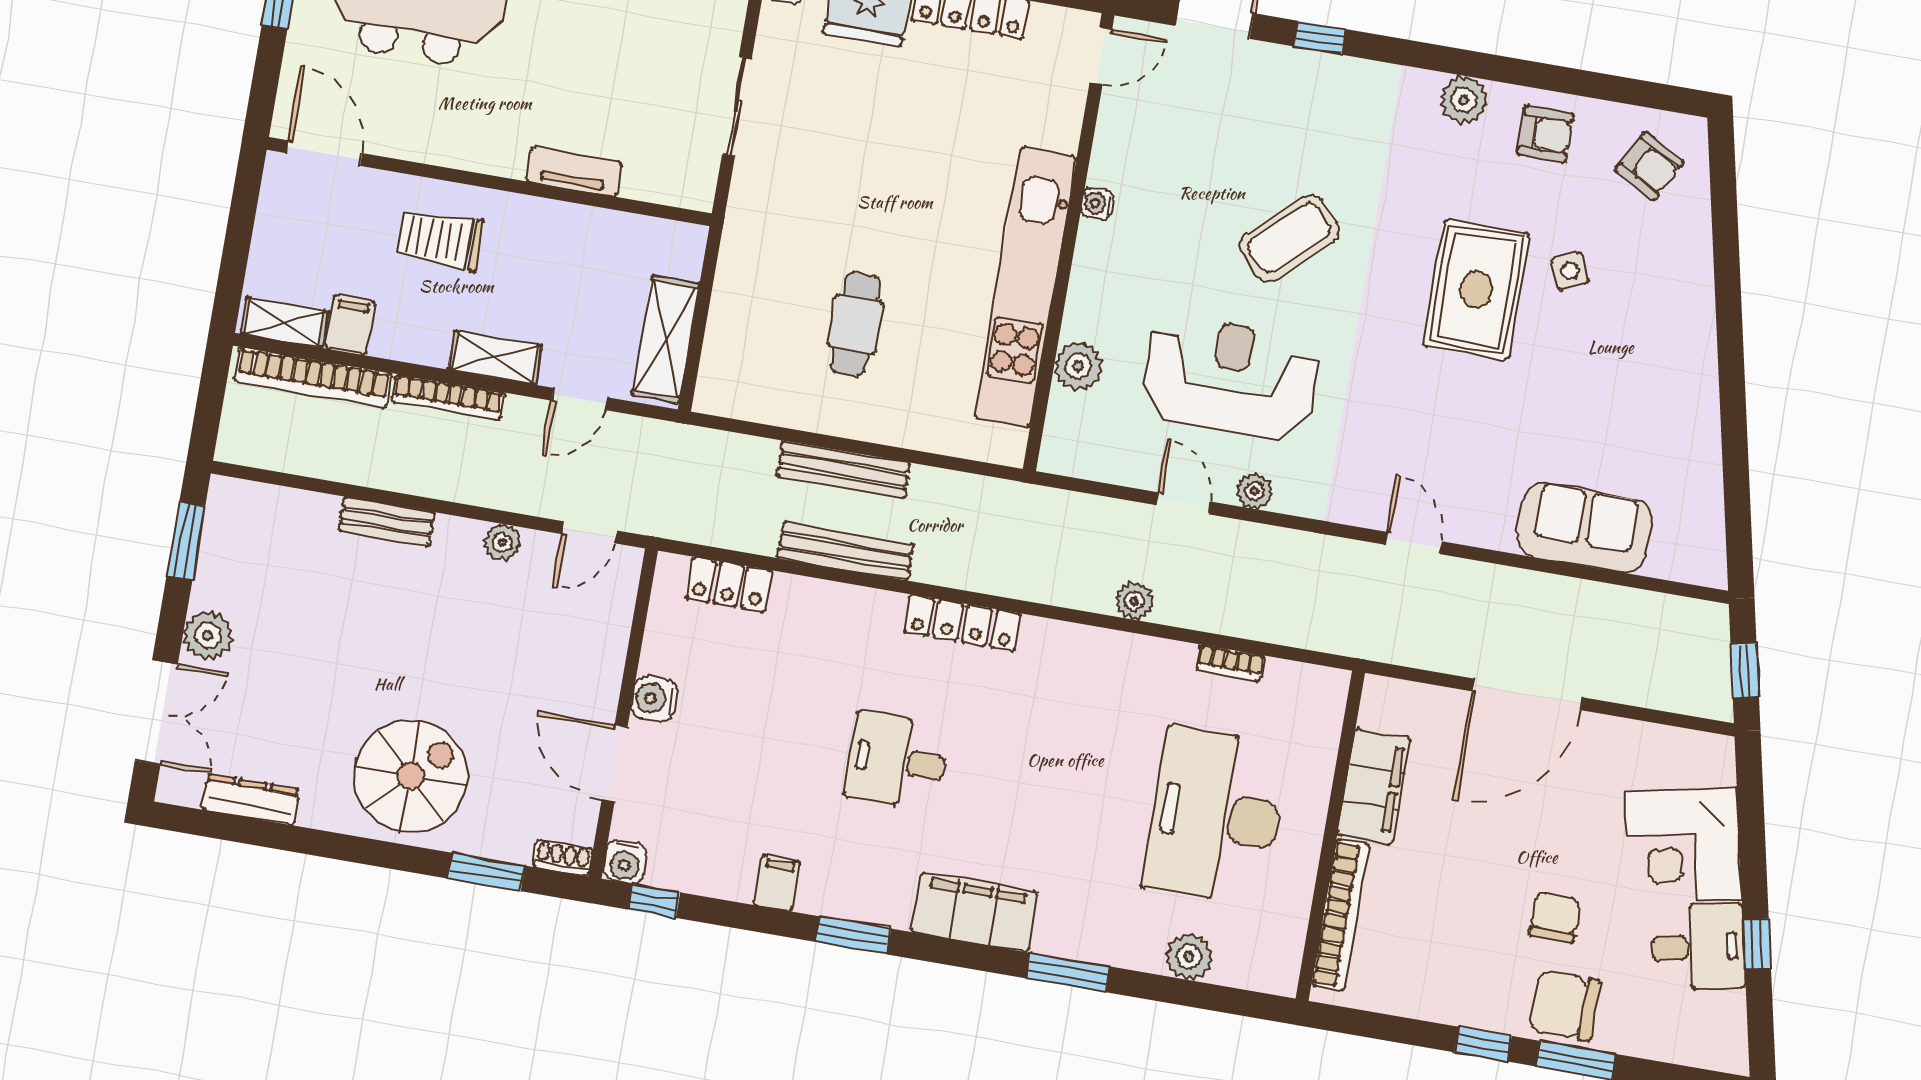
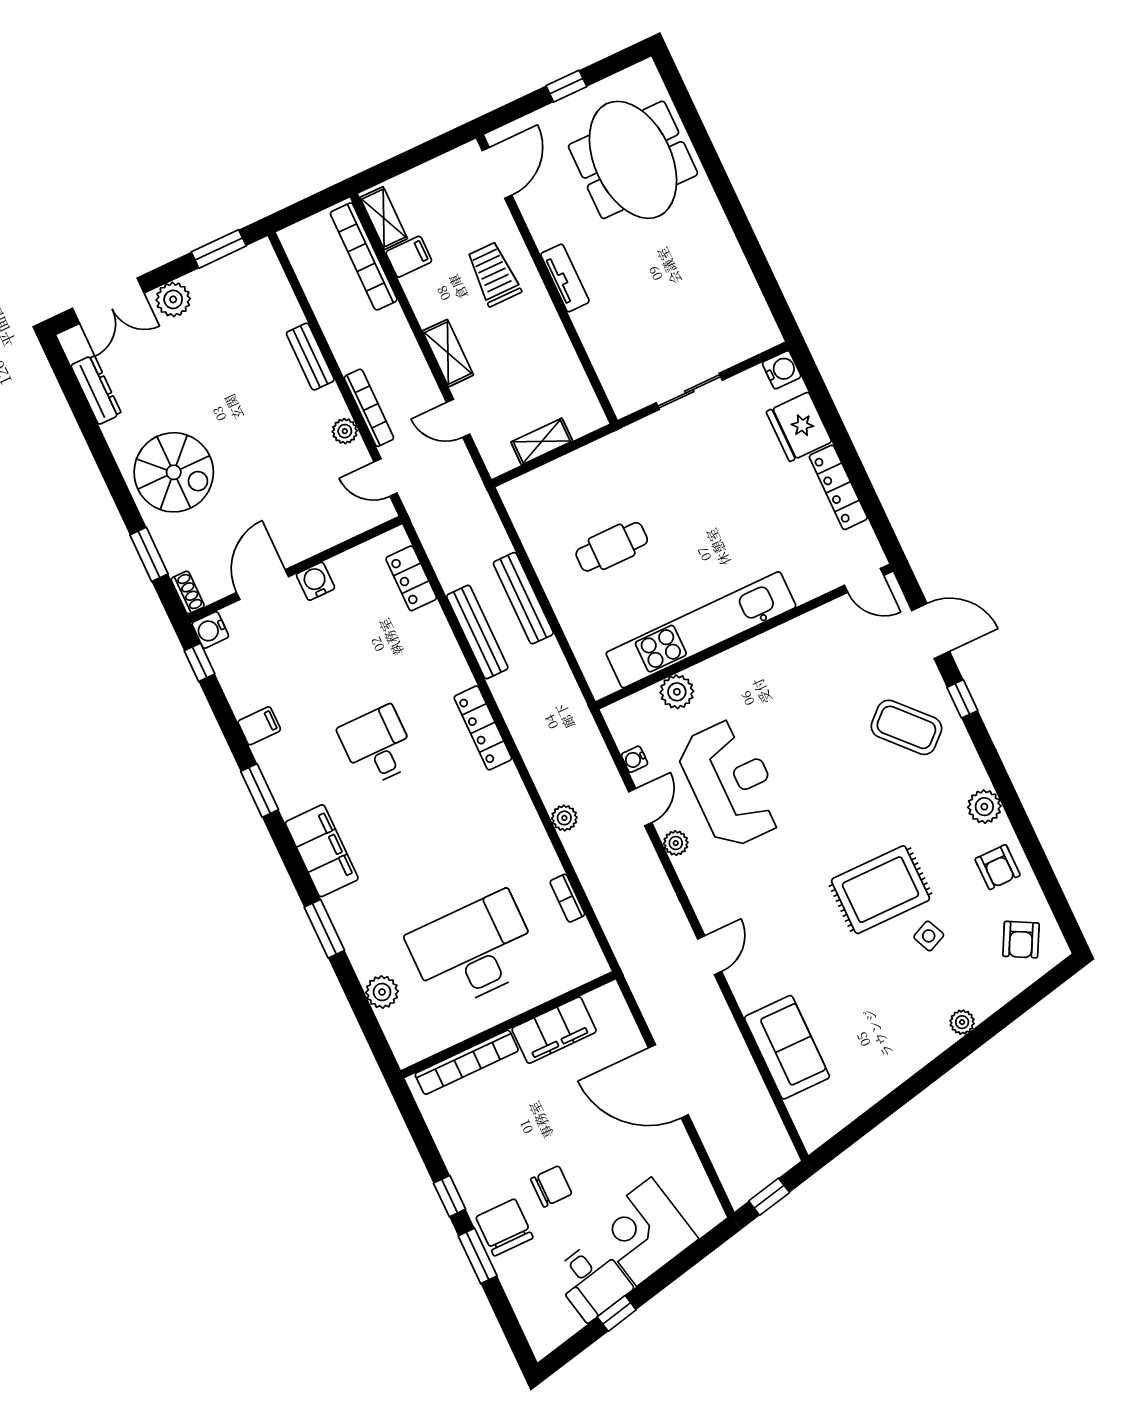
tv unit: (574, 172) -> (565, 278), moved
water cooler: (1097, 203) -> (634, 759), moved, turned -90
coffee table: (1289, 238) -> (906, 727), moved
plant: (1698, 302) -> (962, 1022), added
shelving: (666, 339) -> (542, 441), width x0.67, depth x0.75
bookcase: (448, 397) -> (369, 408), moved, turned 180

